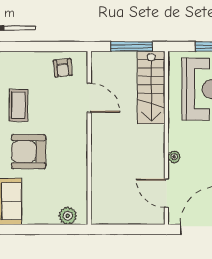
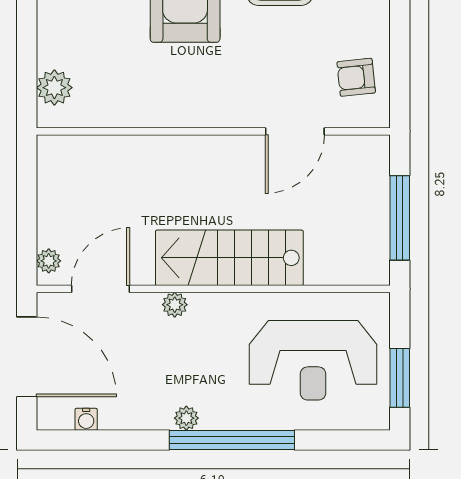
stairs: (151, 87) -> (229, 258), moved
plant: (153, 219) -> (49, 261), added

